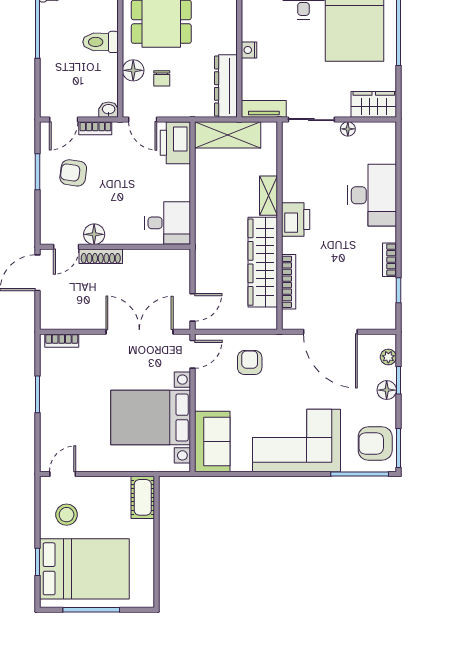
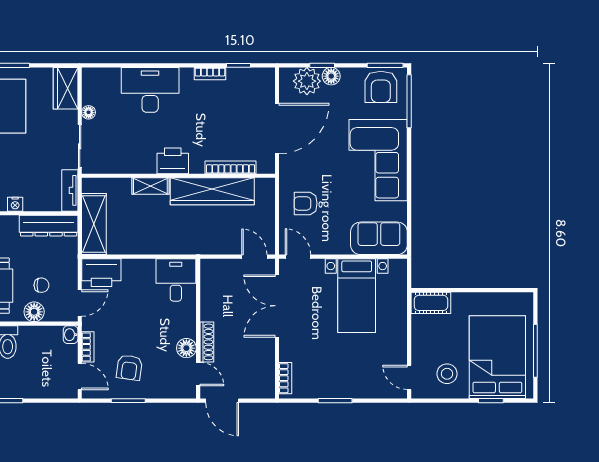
plant: (388, 357) -> (307, 81), width x1.87, depth x1.87
bed with nightstands: (151, 417) -> (357, 296), width x0.73

